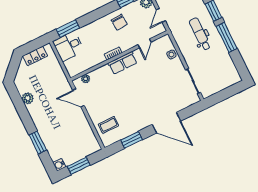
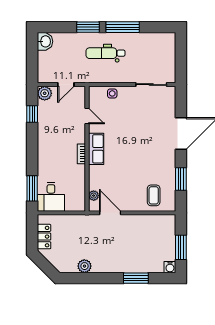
door: (161, 15) -> (66, 85), hinge flipped
chair: (119, 22) -> (52, 131), removed
door: (78, 98) -> (110, 213), swing flipped

